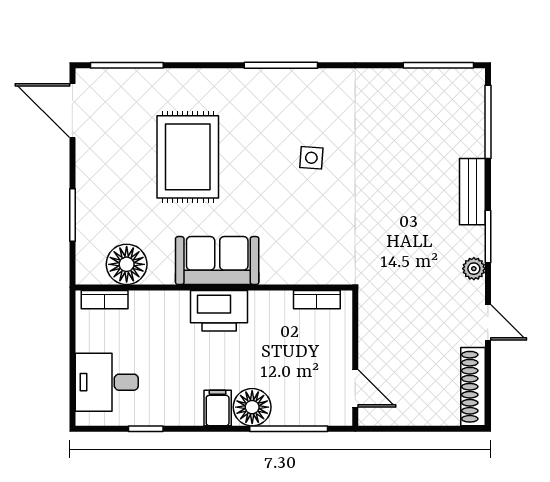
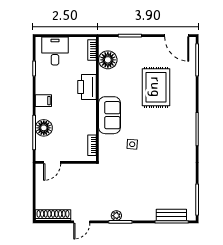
door: (72, 111) -> (177, 36), swing flipped
rug: (188, 157) -> (156, 87), turned 90
side table: (311, 158) -> (132, 144), moved
bench: (472, 192) -> (171, 215), moved
sofa: (217, 261) -> (110, 115), moved
plant: (474, 269) -> (116, 216), moved
printer: (219, 311) -> (87, 87), moved
floor lamp: (252, 407) -> (44, 128), moved

